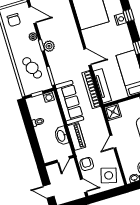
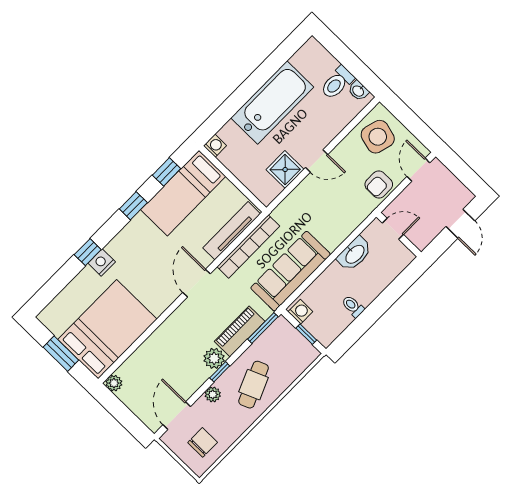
cafe table: (32, 68) -> (254, 385), moved
shower: (113, 112) -> (285, 170), moved
piano: (76, 136) -> (240, 331), moved

